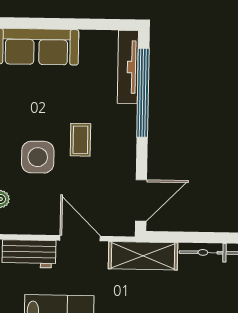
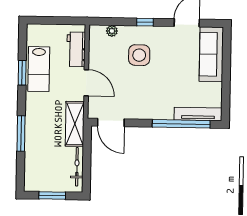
coffee table: (80, 140) -> (151, 83), removed
door: (80, 238) -> (86, 83), hinge flipped

